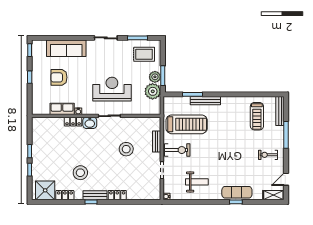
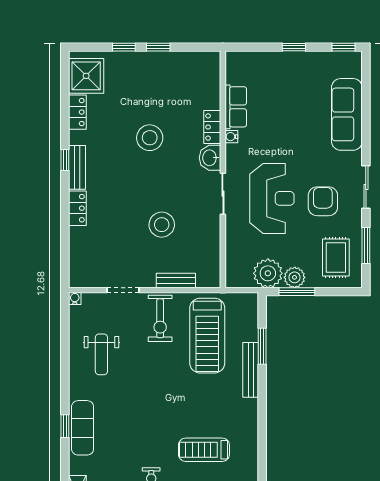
armchair: (59, 77) -> (323, 201), moved
treadmill: (257, 116) -> (204, 450), moved
stool: (80, 173) -> (150, 138), moved

